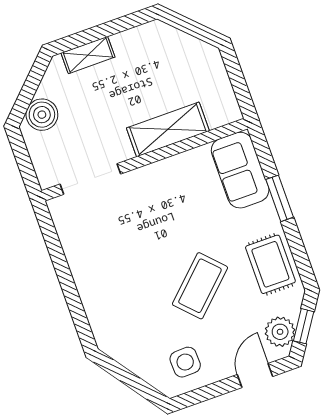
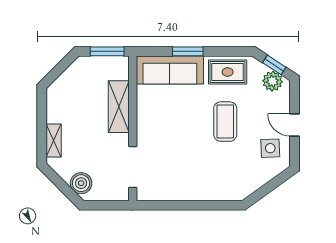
window: (239, 85) -> (107, 51), added
sofa: (240, 170) -> (170, 70), width x1.36
coffee table: (200, 286) -> (225, 122), turned 44
door: (255, 376) -> (295, 125), moved

